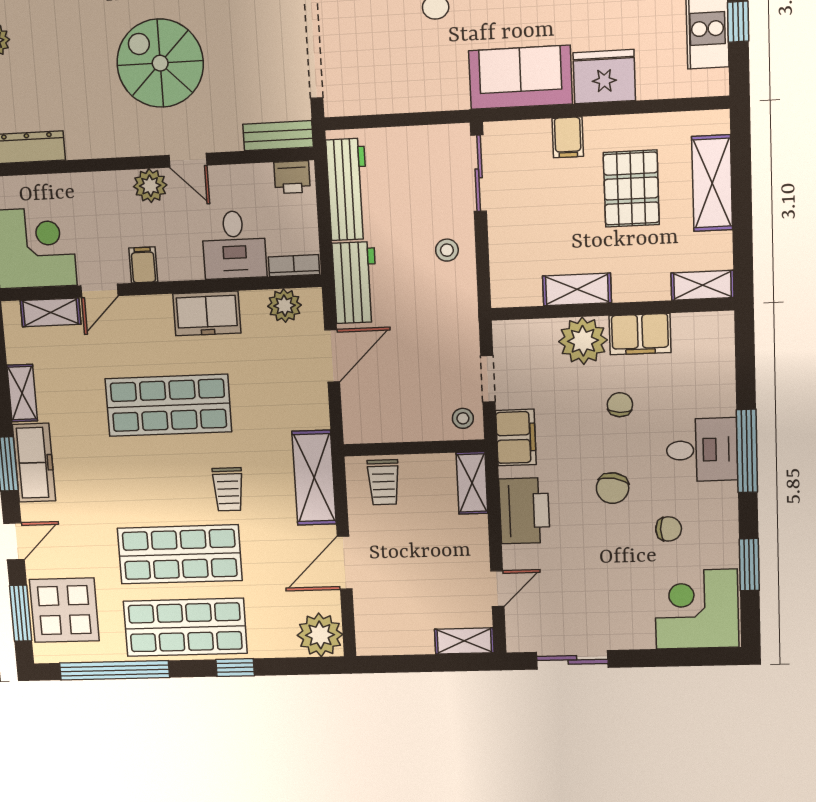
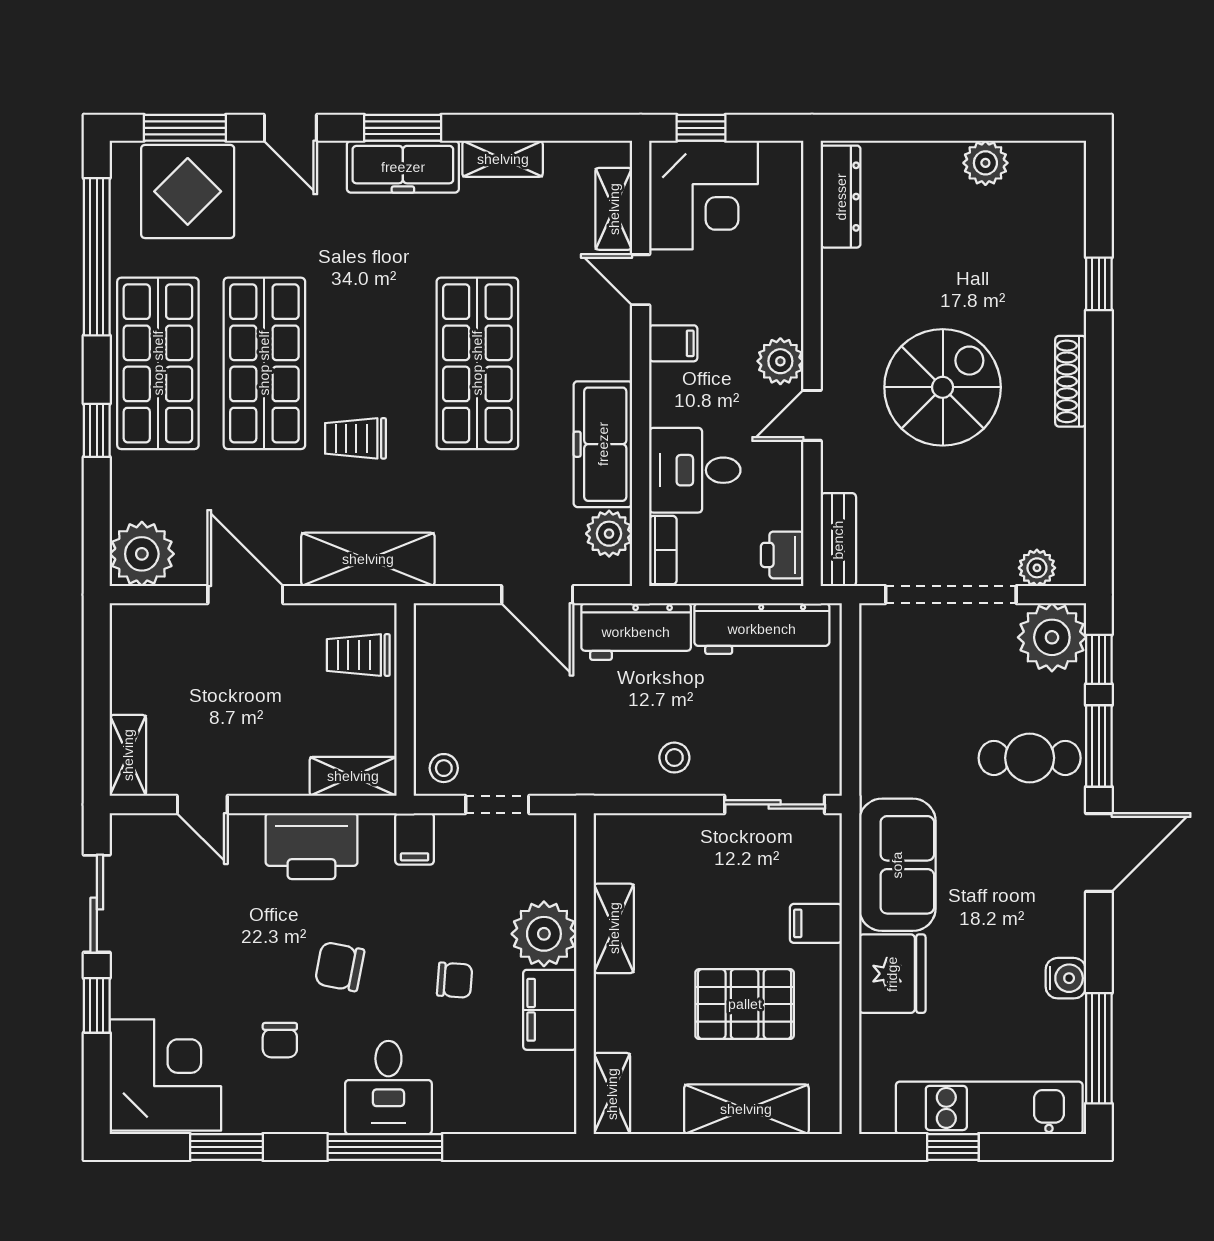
freezer: (207, 313) -> (603, 444), width x1.40
filing cabinet: (516, 437) -> (415, 839), width x0.50
window: (647, 658) -> (97, 1005), added

